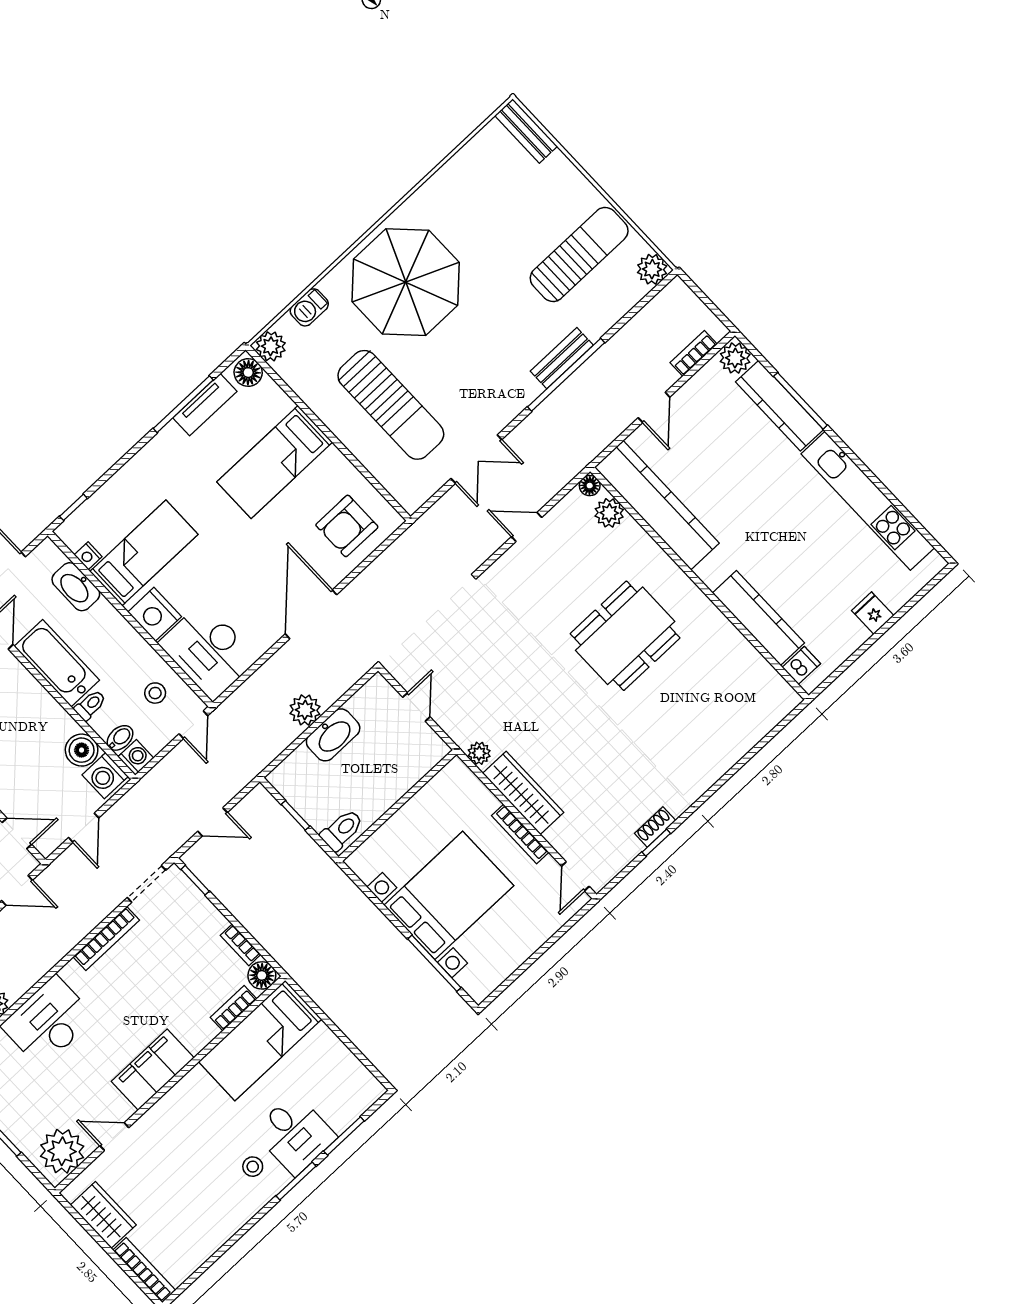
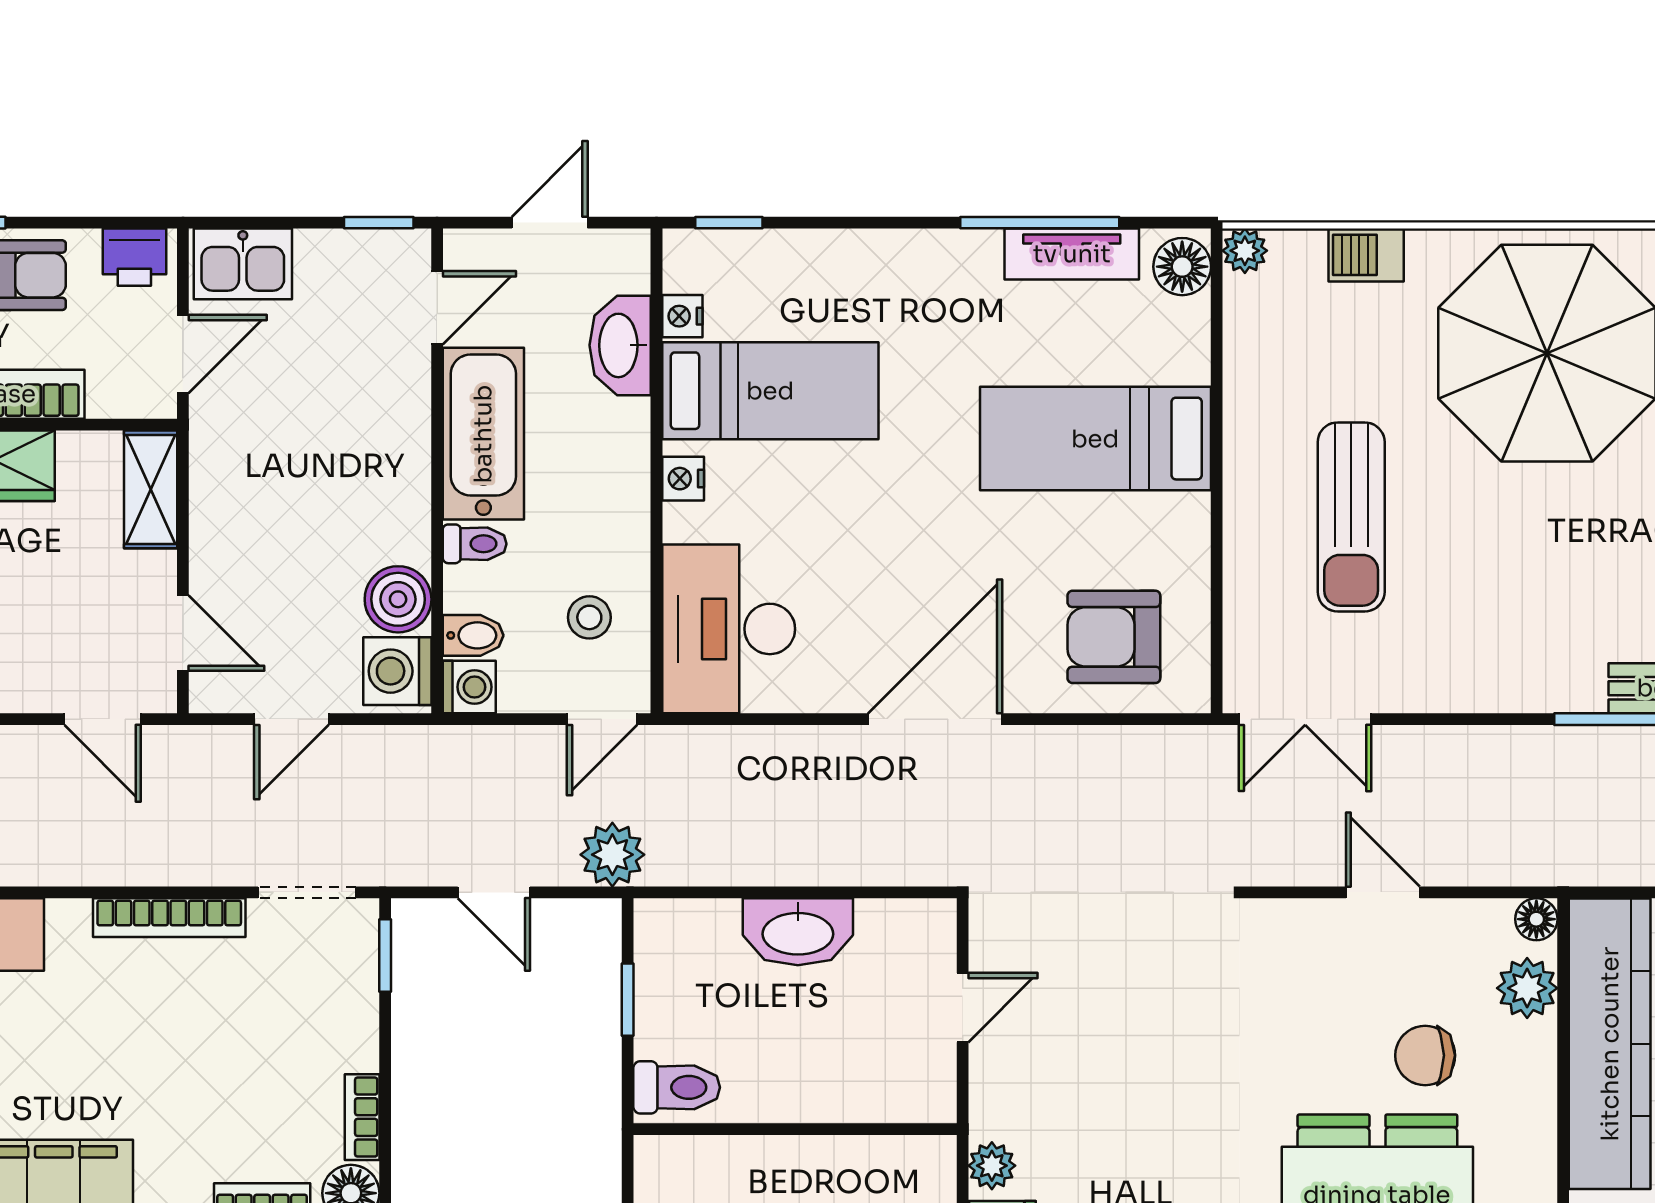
plant: (271, 346) -> (1245, 251), width x0.73, depth x0.73
sun lounger: (391, 405) -> (1351, 517), width x0.73, depth x0.75
double door: (476, 459) -> (1305, 719), moved
chair: (596, 571) -> (1425, 1055), added
nightstand: (155, 614) -> (683, 479), width x0.53, depth x0.56
plant: (305, 710) -> (612, 855), moved

